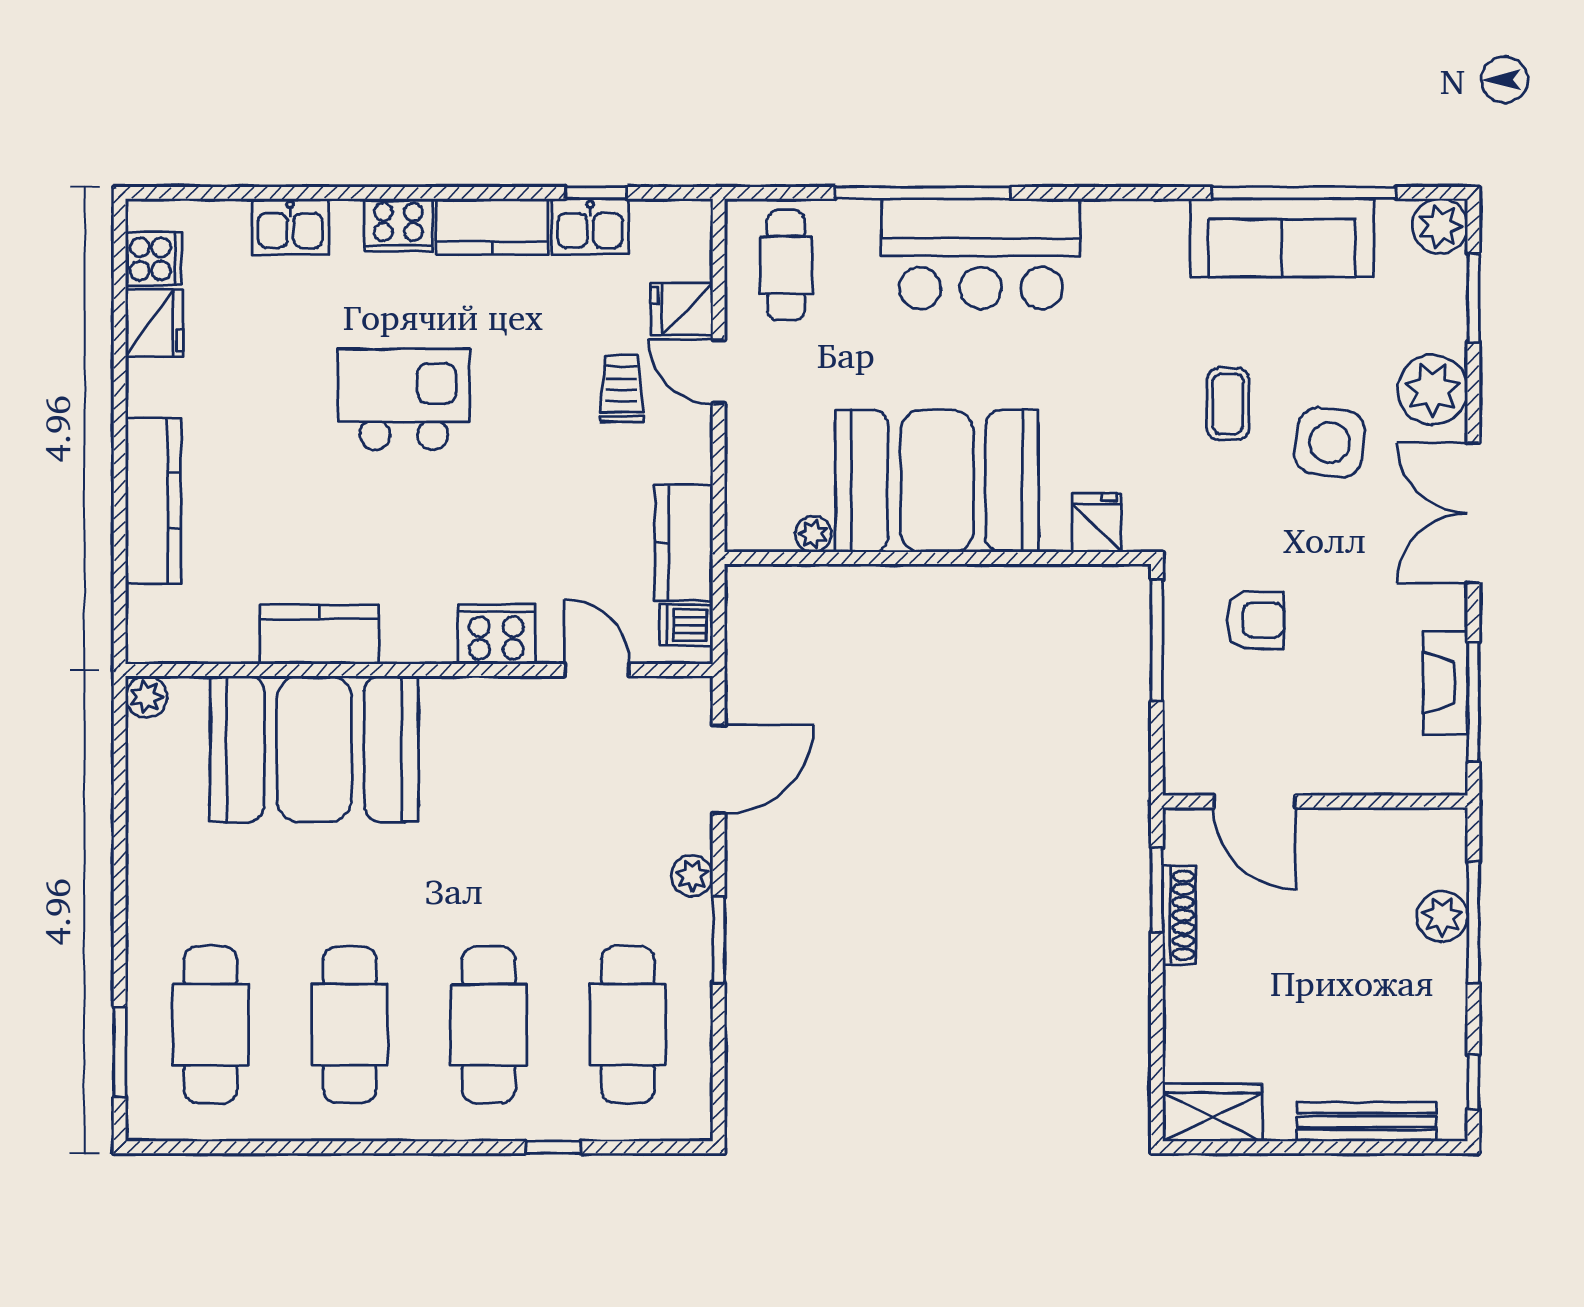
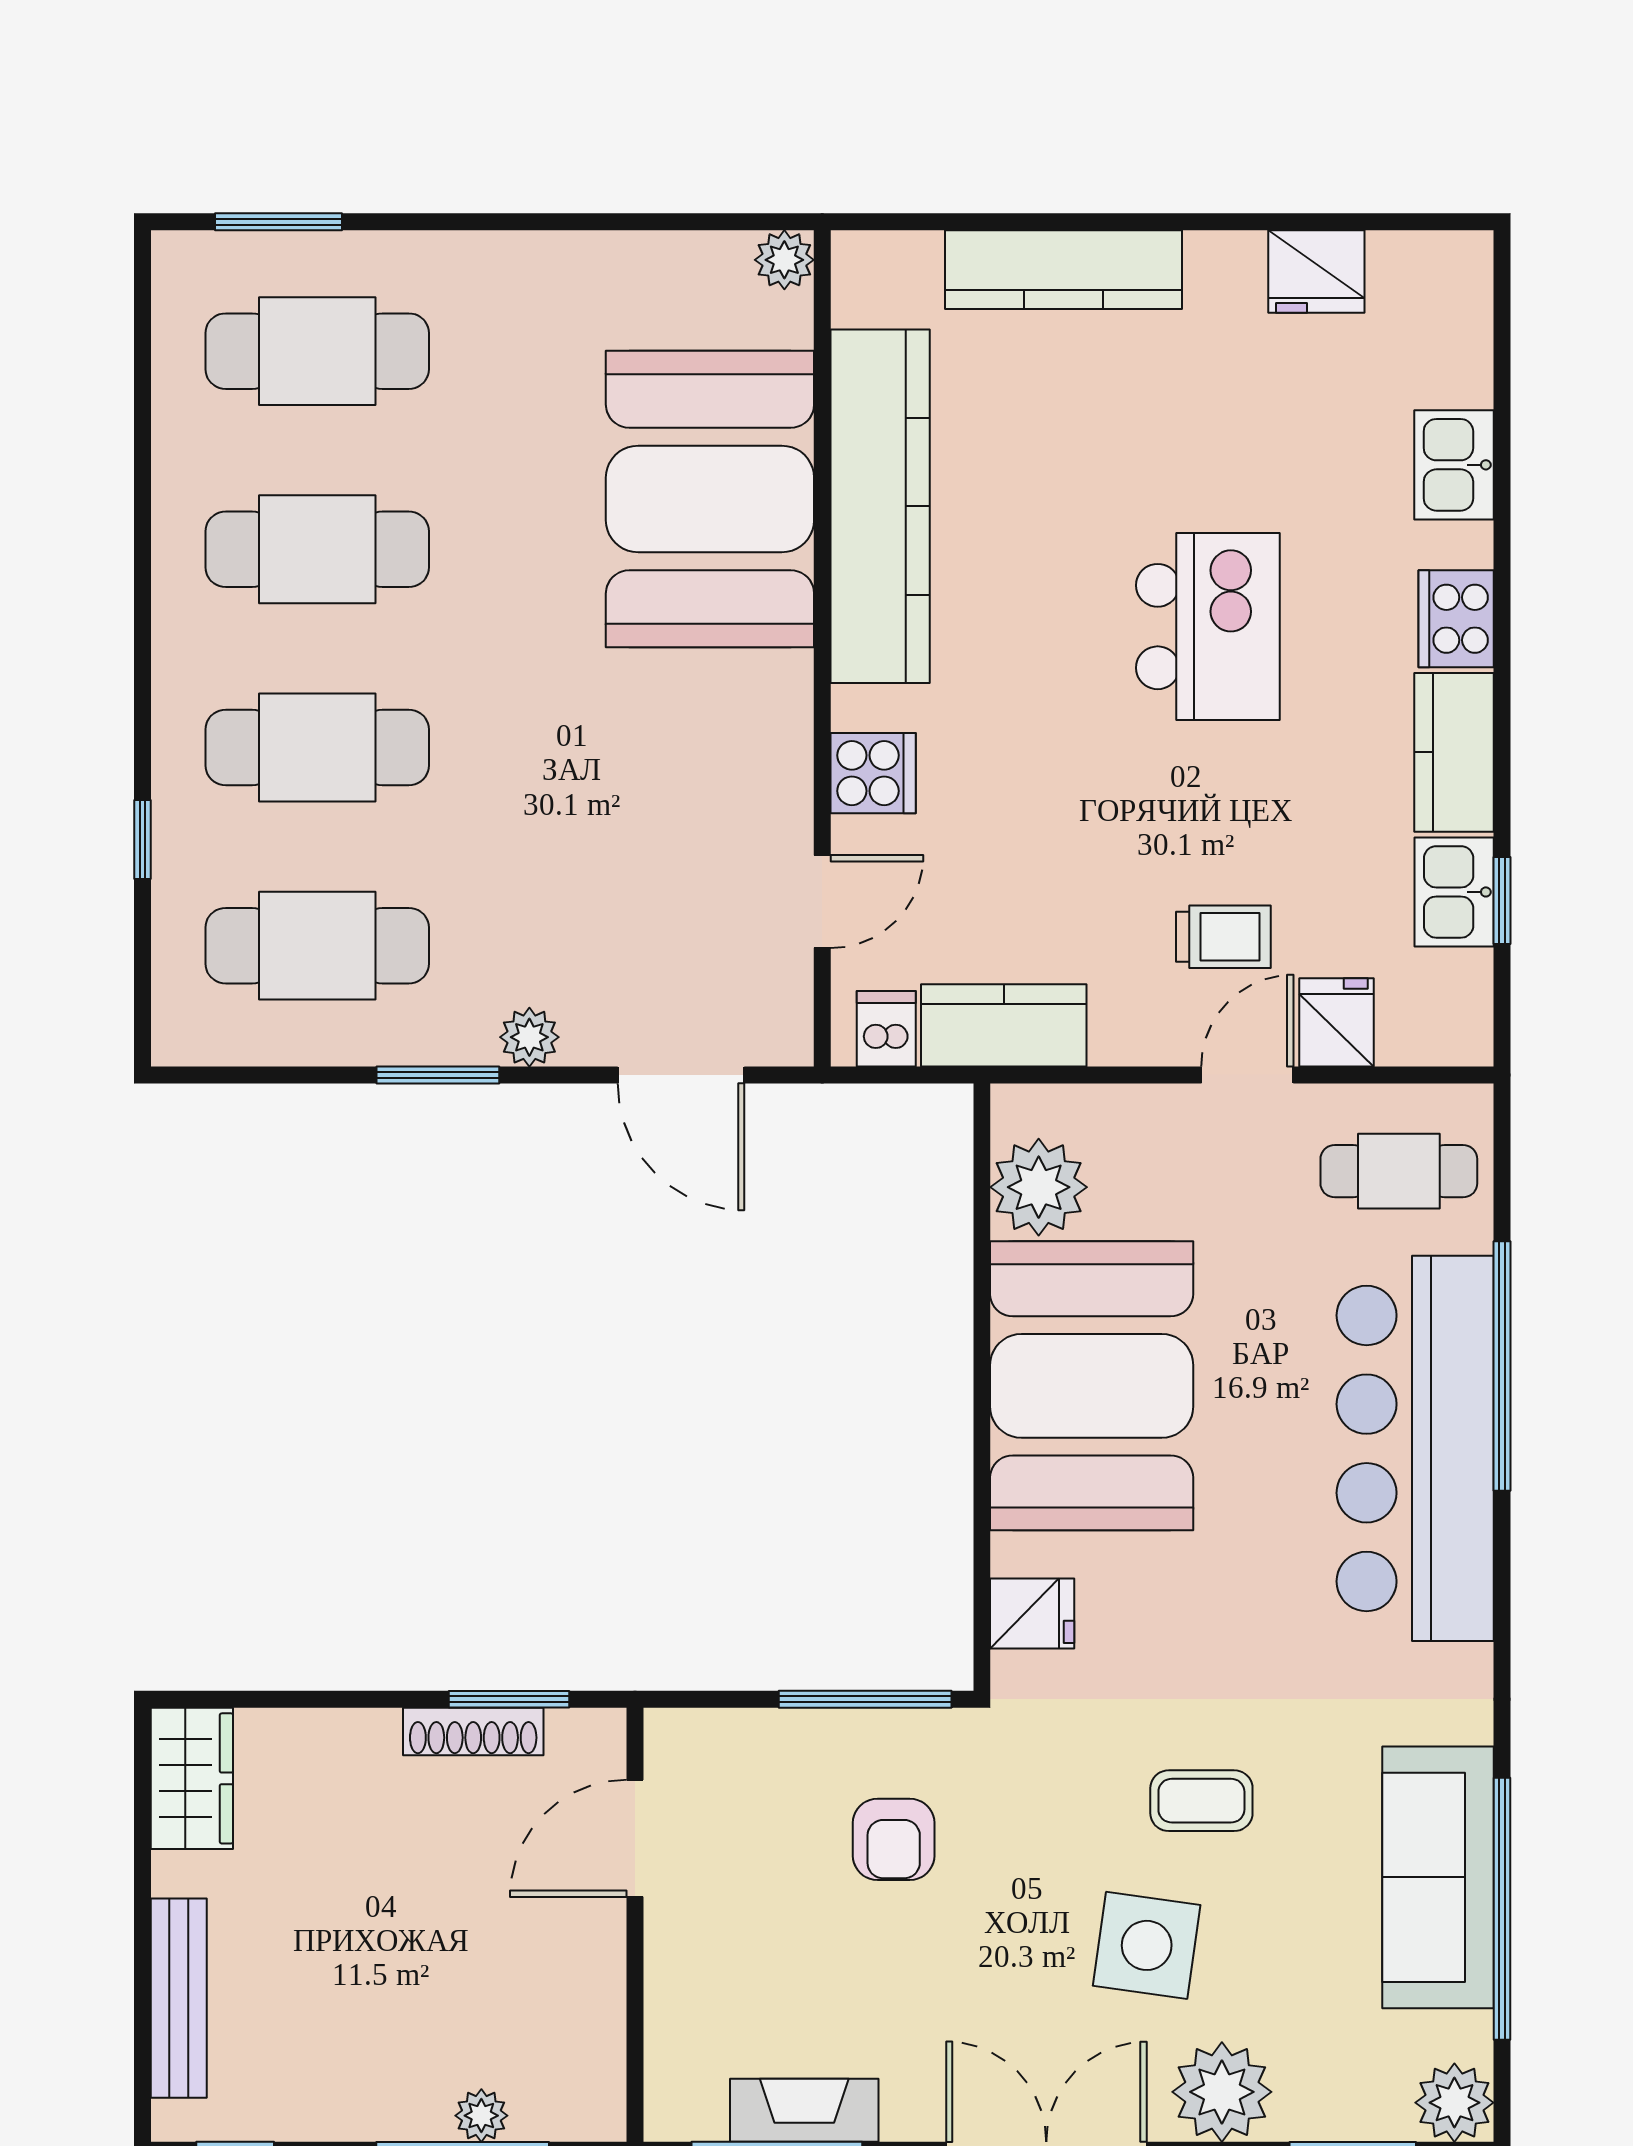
bar counter: (981, 254) -> (1415, 1448), width x1.36
cooker: (154, 259) -> (1408, 270), removed
plant: (813, 534) -> (1039, 1187), width x1.87, depth x1.87
kitchen counter: (319, 634) -> (880, 506), width x2.08, depth x1.17
cooker: (496, 634) -> (873, 773), width x0.73
plant: (1442, 916) -> (481, 2116), width x0.73, depth x0.73

